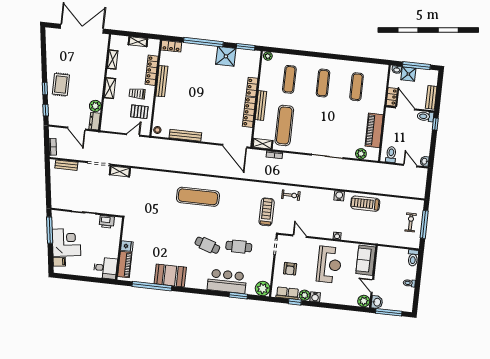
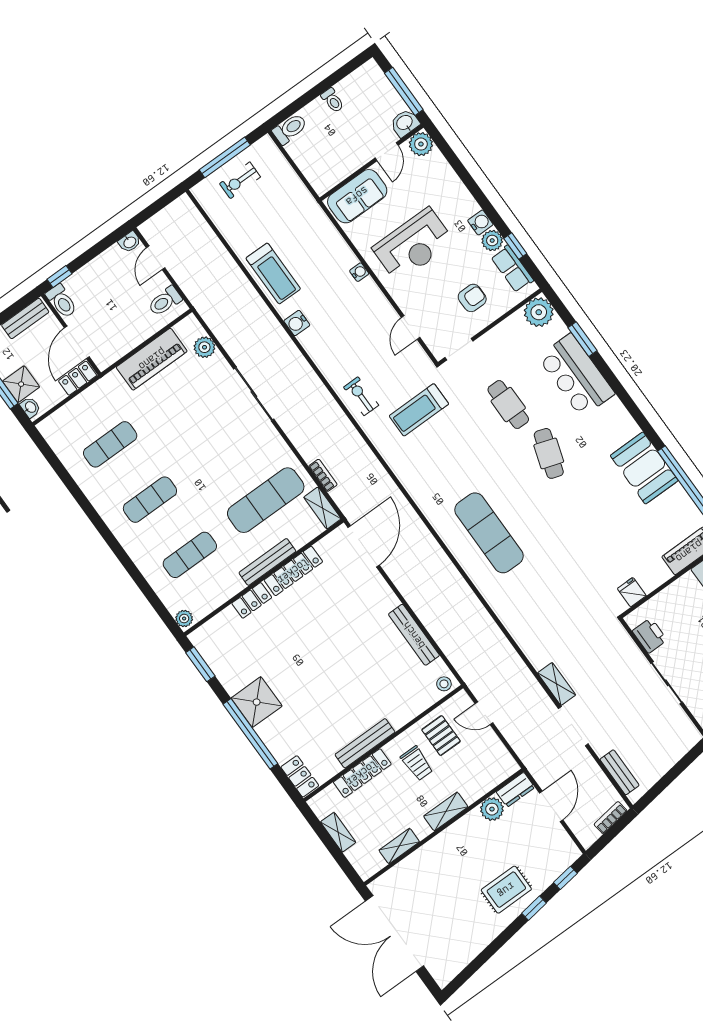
shower: (226, 56) -> (257, 702), moved
fridge: (127, 246) -> (632, 592), moved
reception desk: (329, 265) -> (413, 245), turned 180

